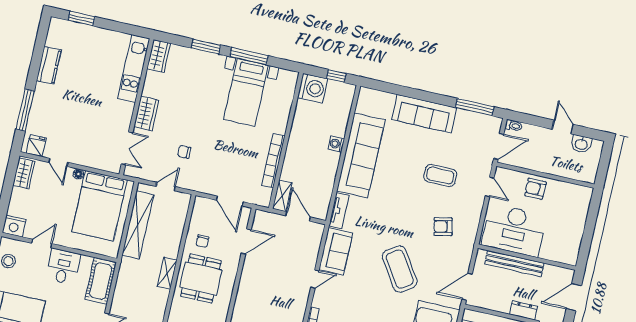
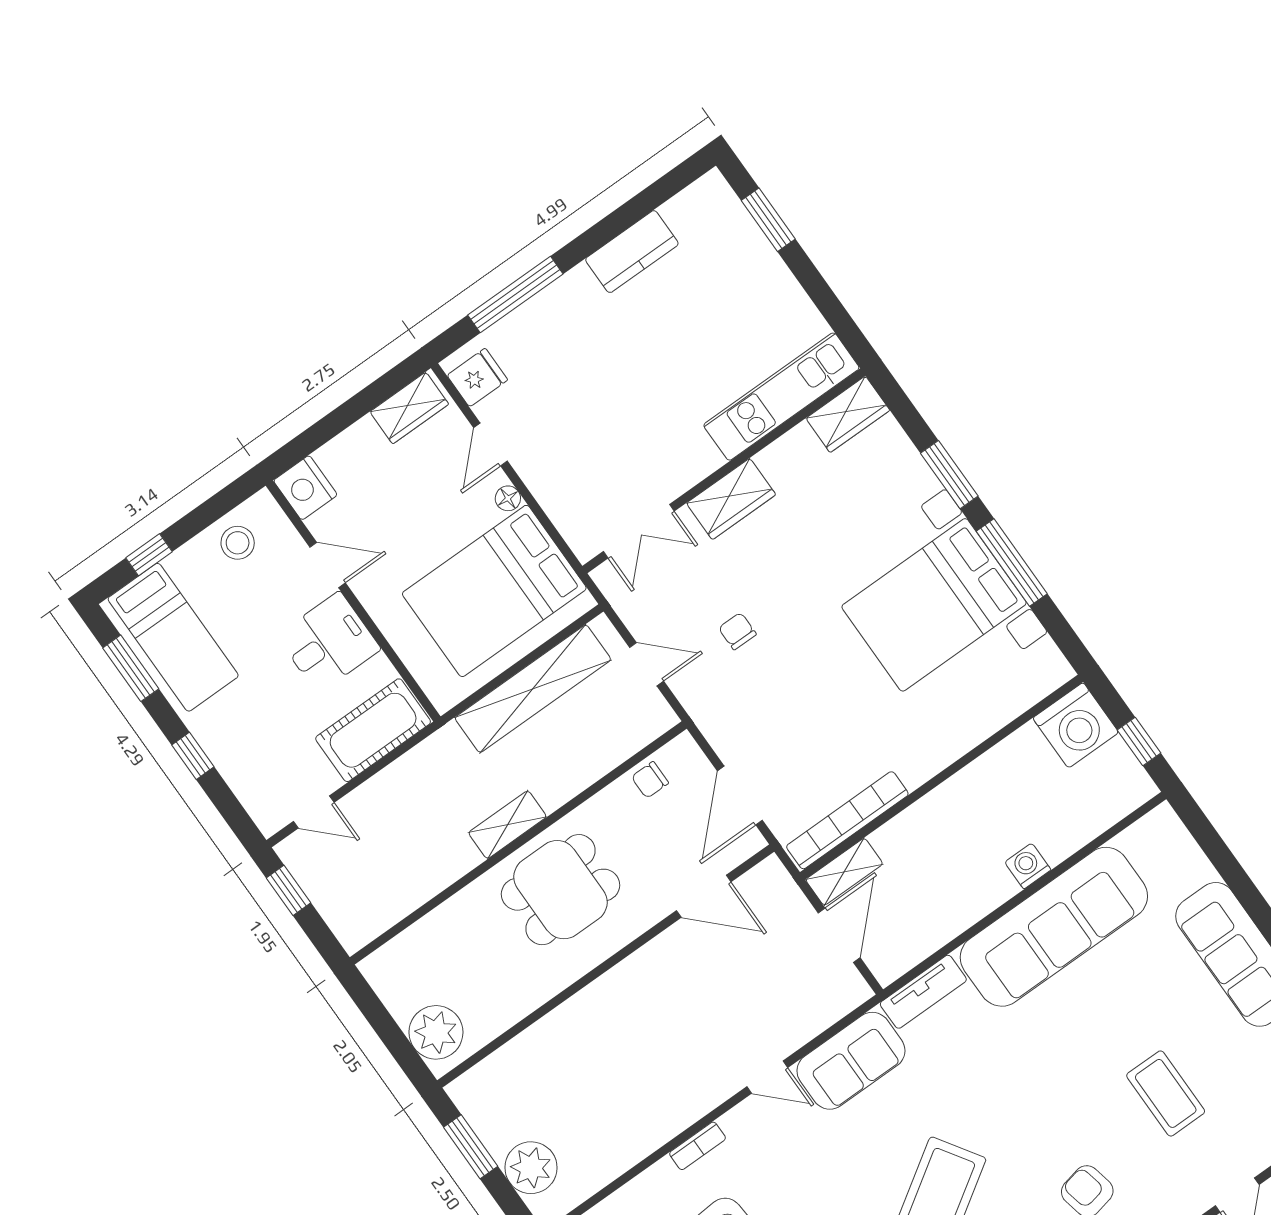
bed with nightstands: (246, 92) -> (934, 605), width x1.36
bookcase: (273, 161) -> (847, 820), moved
chair: (202, 241) -> (650, 780), moved

